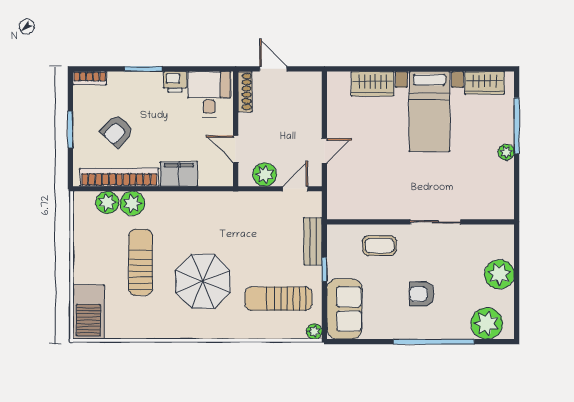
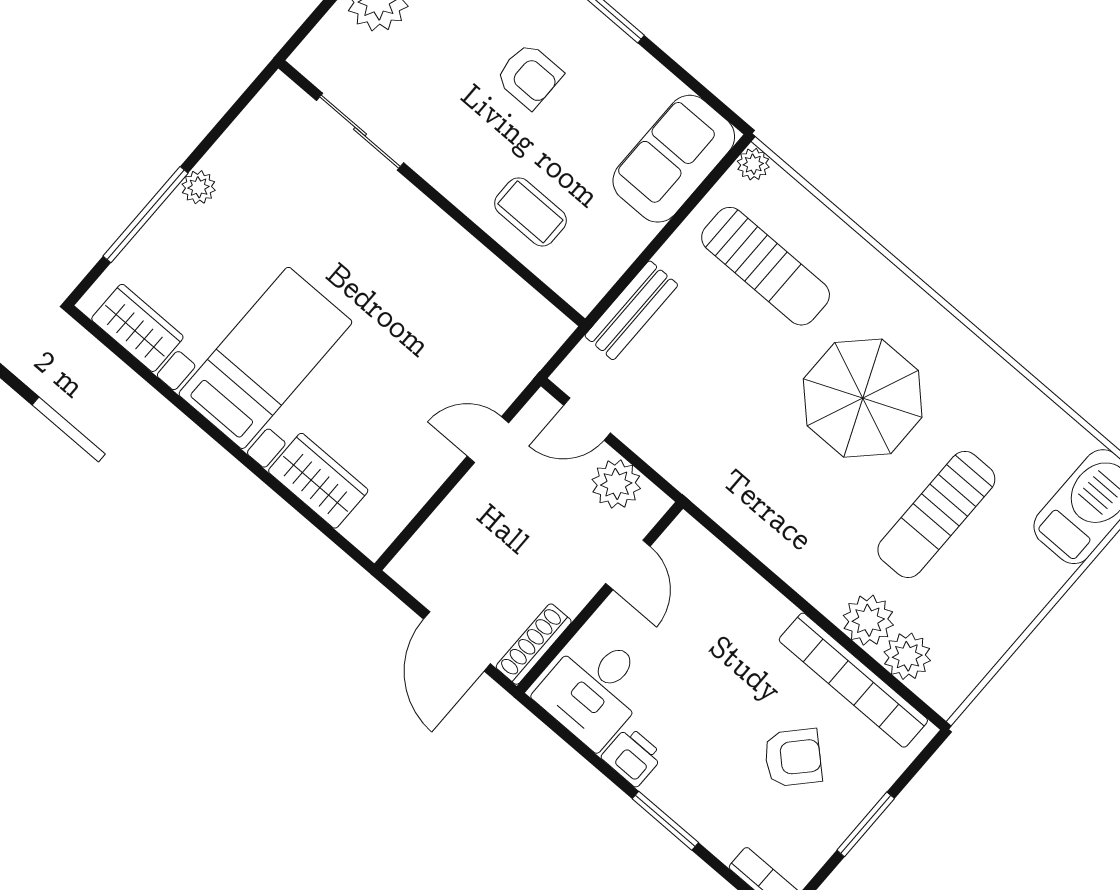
door: (273, 69) -> (457, 641), width x1.38
filing cabinet: (179, 174) -> (753, 603), removed
sliding door: (435, 222) -> (360, 132), moved
window: (324, 269) -> (651, 250), removed

